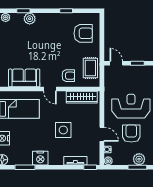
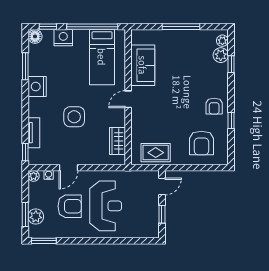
plant: (30, 19) -> (221, 55), moved
armchair: (68, 76) -> (214, 106), moved
wardrobe: (82, 97) -> (117, 141), width x0.67

